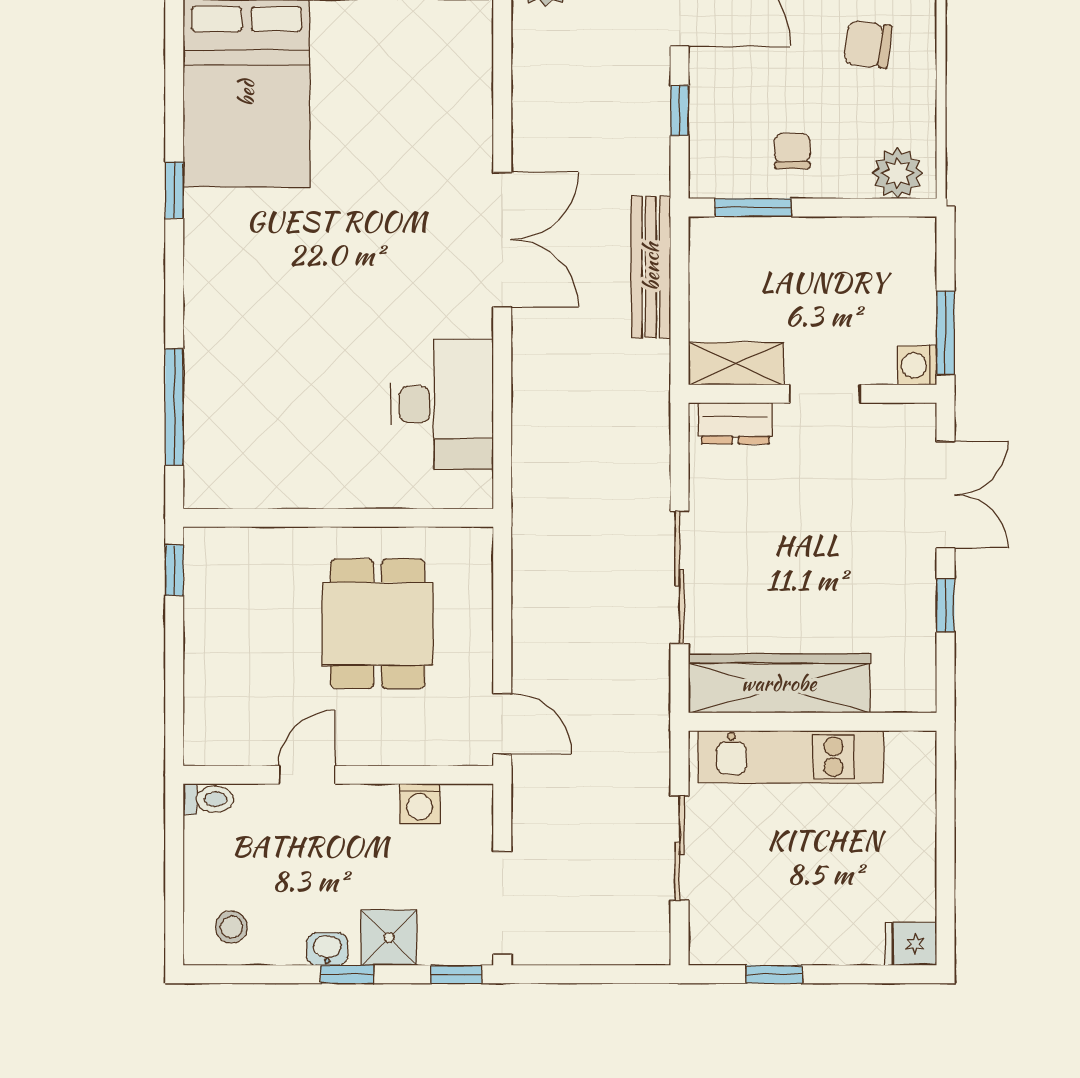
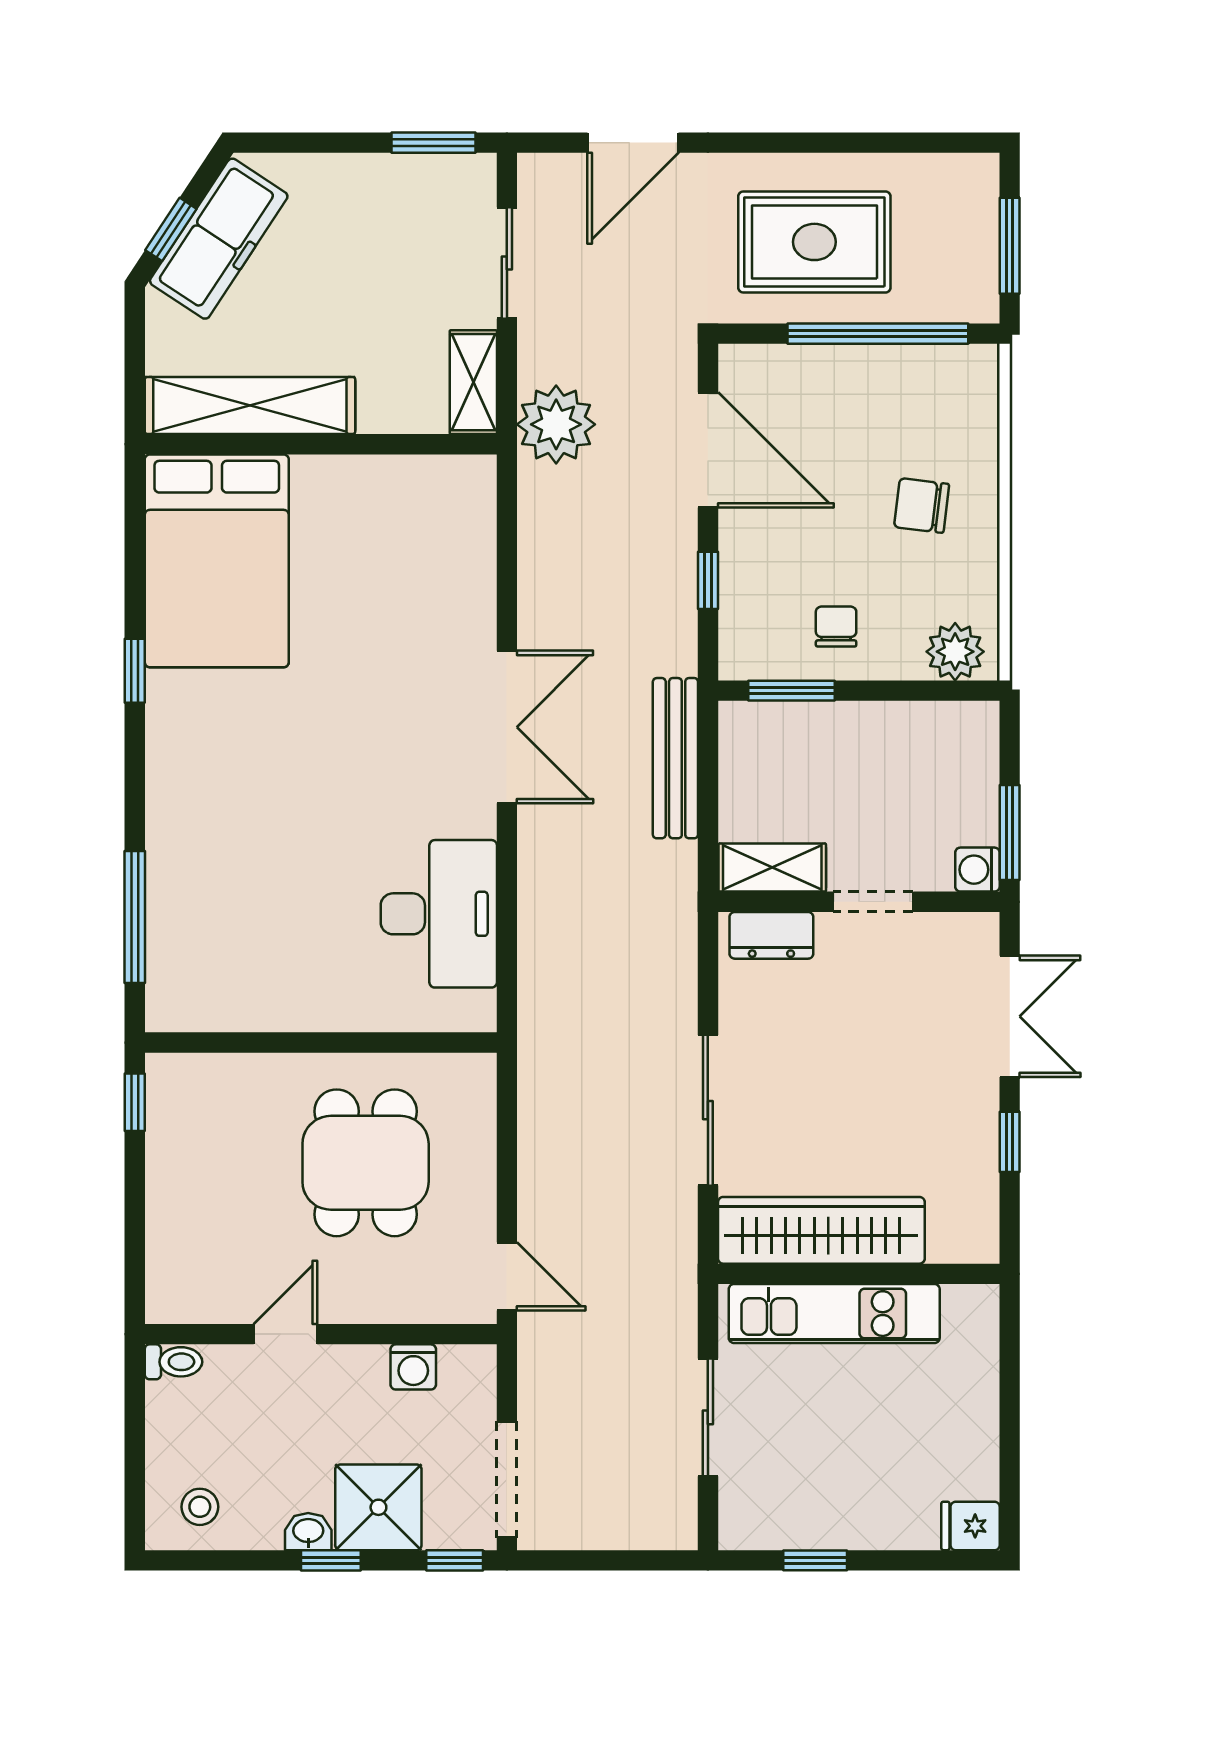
shower: (389, 938) -> (378, 1507), width x1.36, depth x1.36

